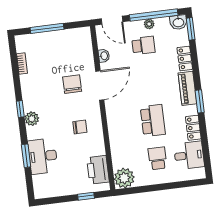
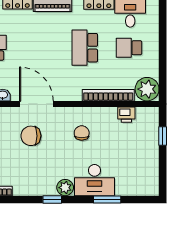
school desk: (153, 121) -> (85, 48), turned -90
bookcase: (115, 146) -> (108, 95), added
desk: (43, 156) -> (94, 180), moved
printer: (98, 170) -> (126, 115), width x0.53, depth x0.68

